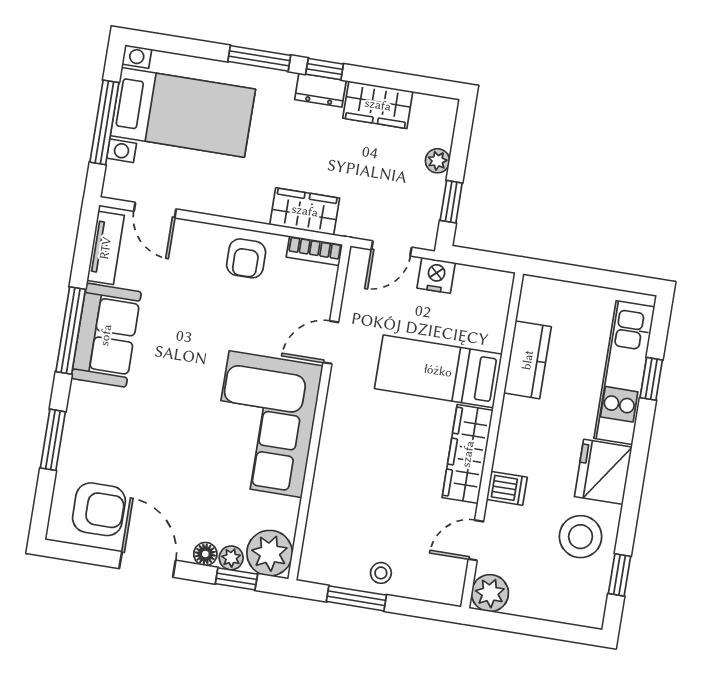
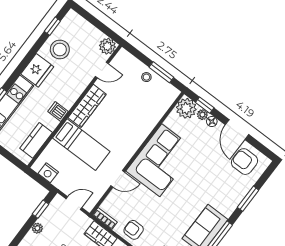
armchair: (246, 258) -> (134, 230), turned -90
nightstand: (436, 275) -> (48, 173), moved
kitchen counter: (528, 360) -> (36, 140), moved
dishwasher: (507, 488) -> (58, 111), moved

